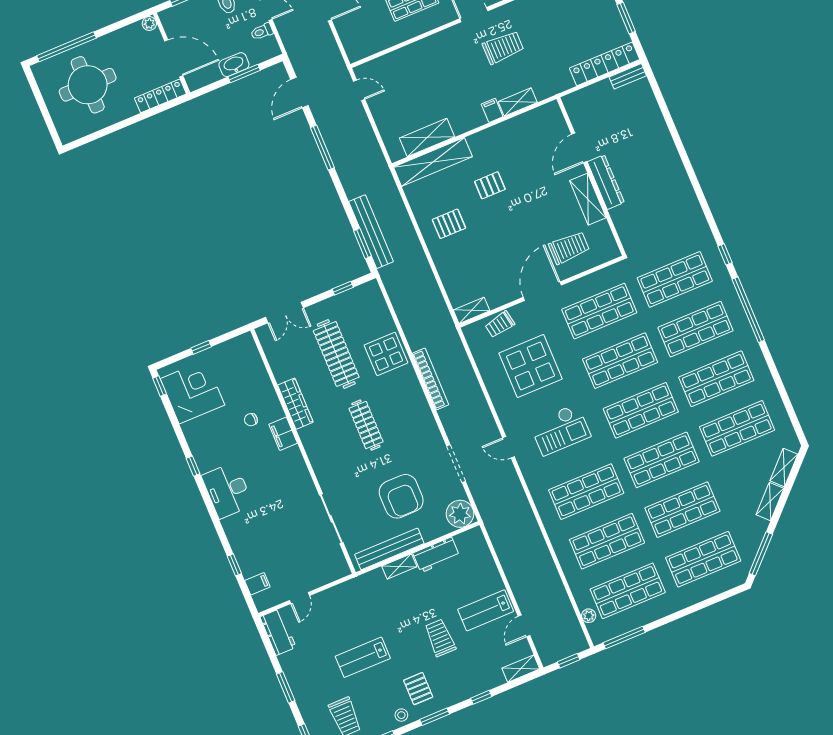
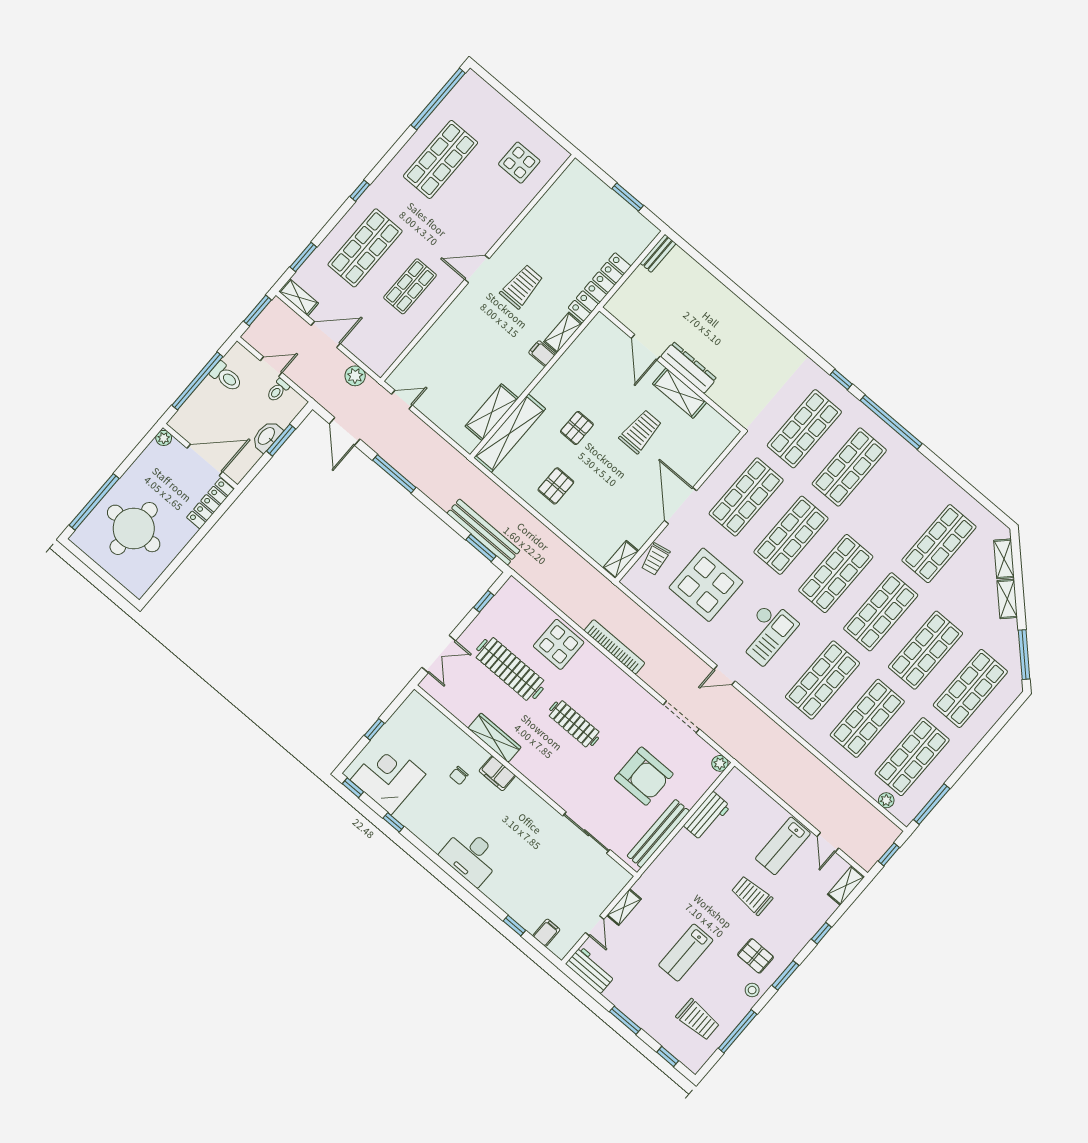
plant: (331, 52) -> (355, 376), added
locker: (605, 64) -> (600, 287), moved
trolley: (569, 248) -> (640, 431), moved
shop shelf: (716, 379) -> (894, 505), removed
window: (193, 466) -> (393, 822), moved
plant: (460, 514) -> (720, 763), width x0.53, depth x0.53
shelving: (399, 566) -> (624, 907), moved

